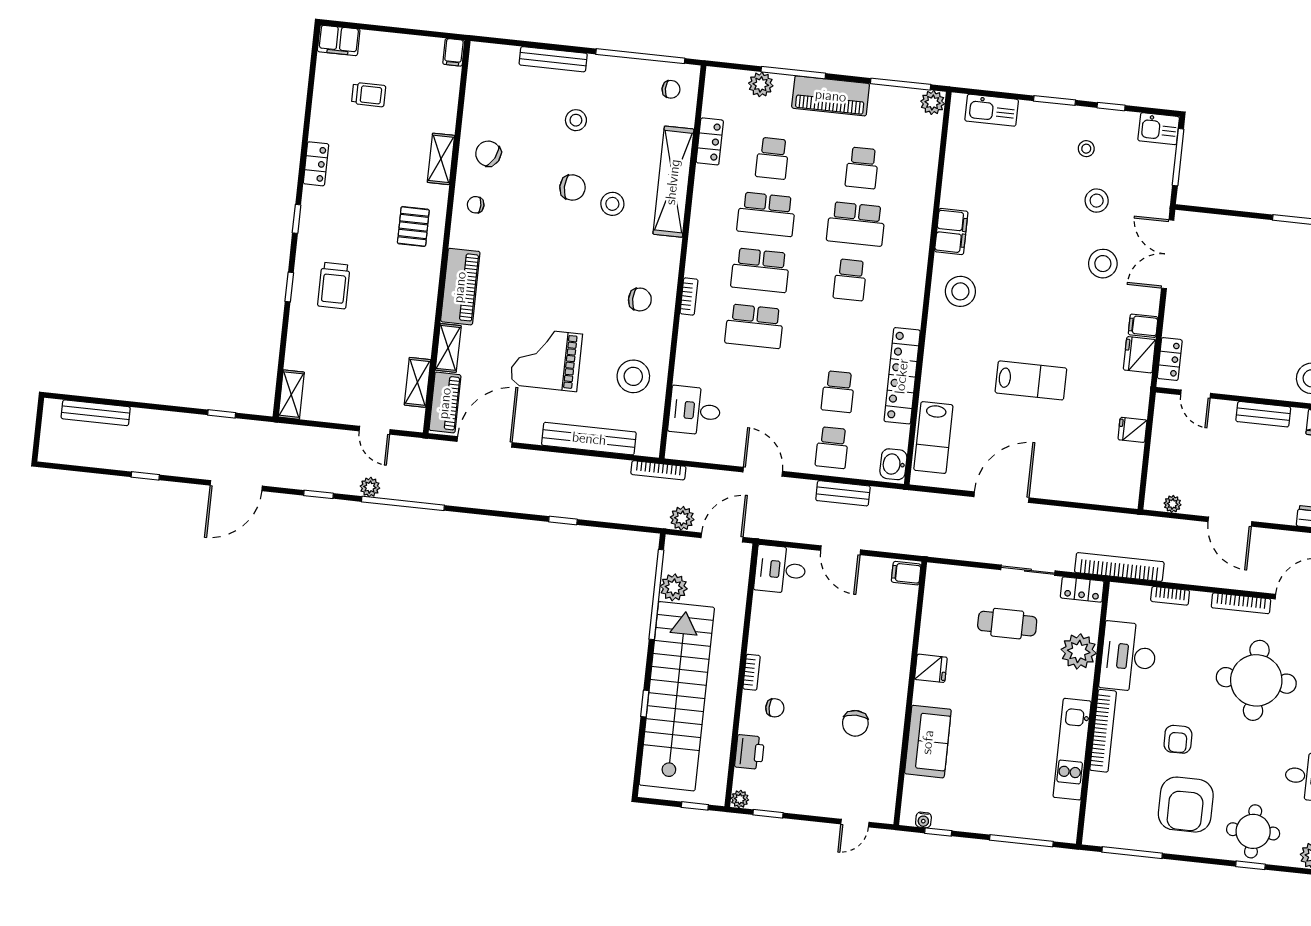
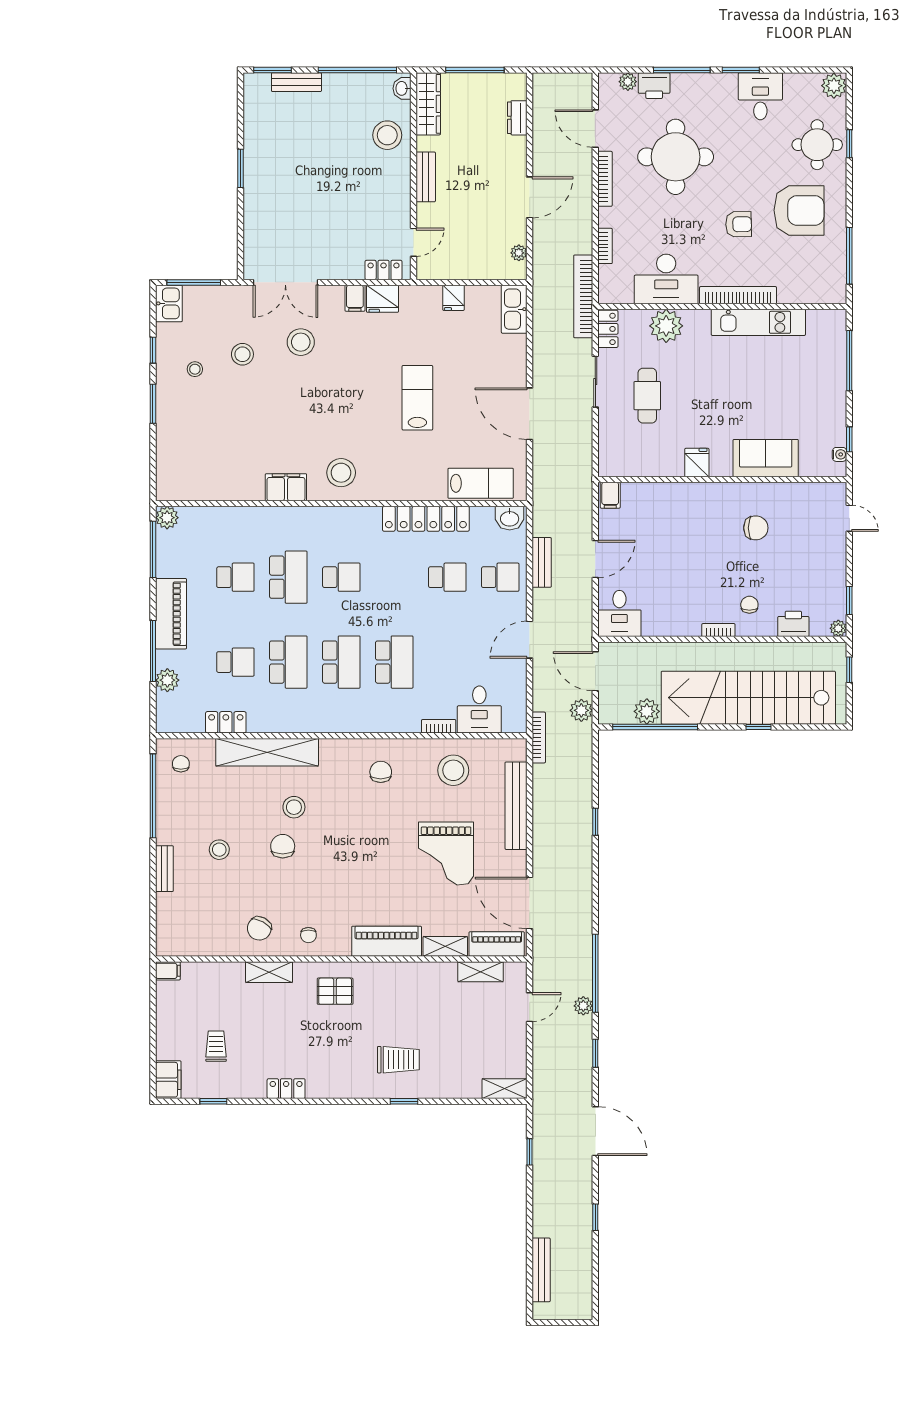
bench: (553, 59) -> (164, 869), width x0.73
kitchen sink: (992, 110) -> (514, 309), moved, turned 180
window: (297, 219) -> (213, 1101), moved
bookcase: (689, 296) -> (439, 726), moved

